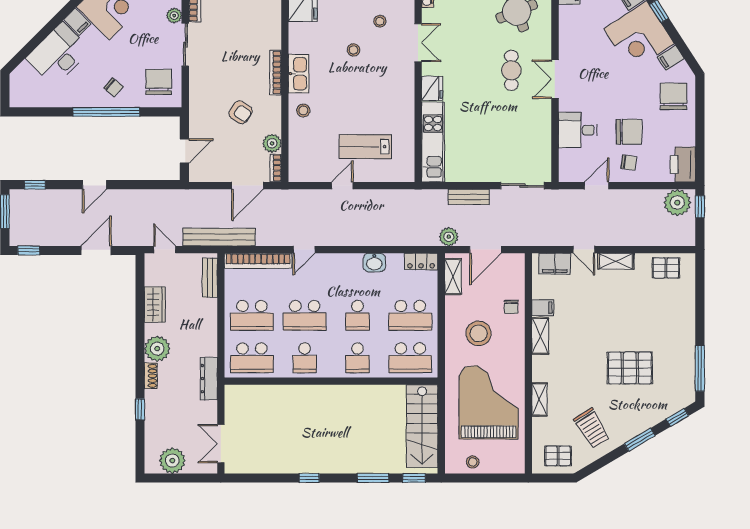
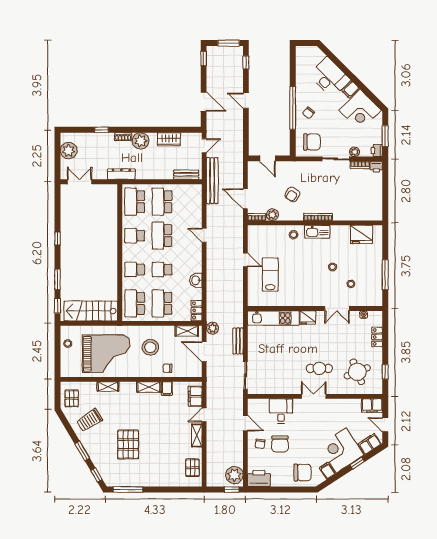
bookcase: (258, 261) -> (197, 206), removed

